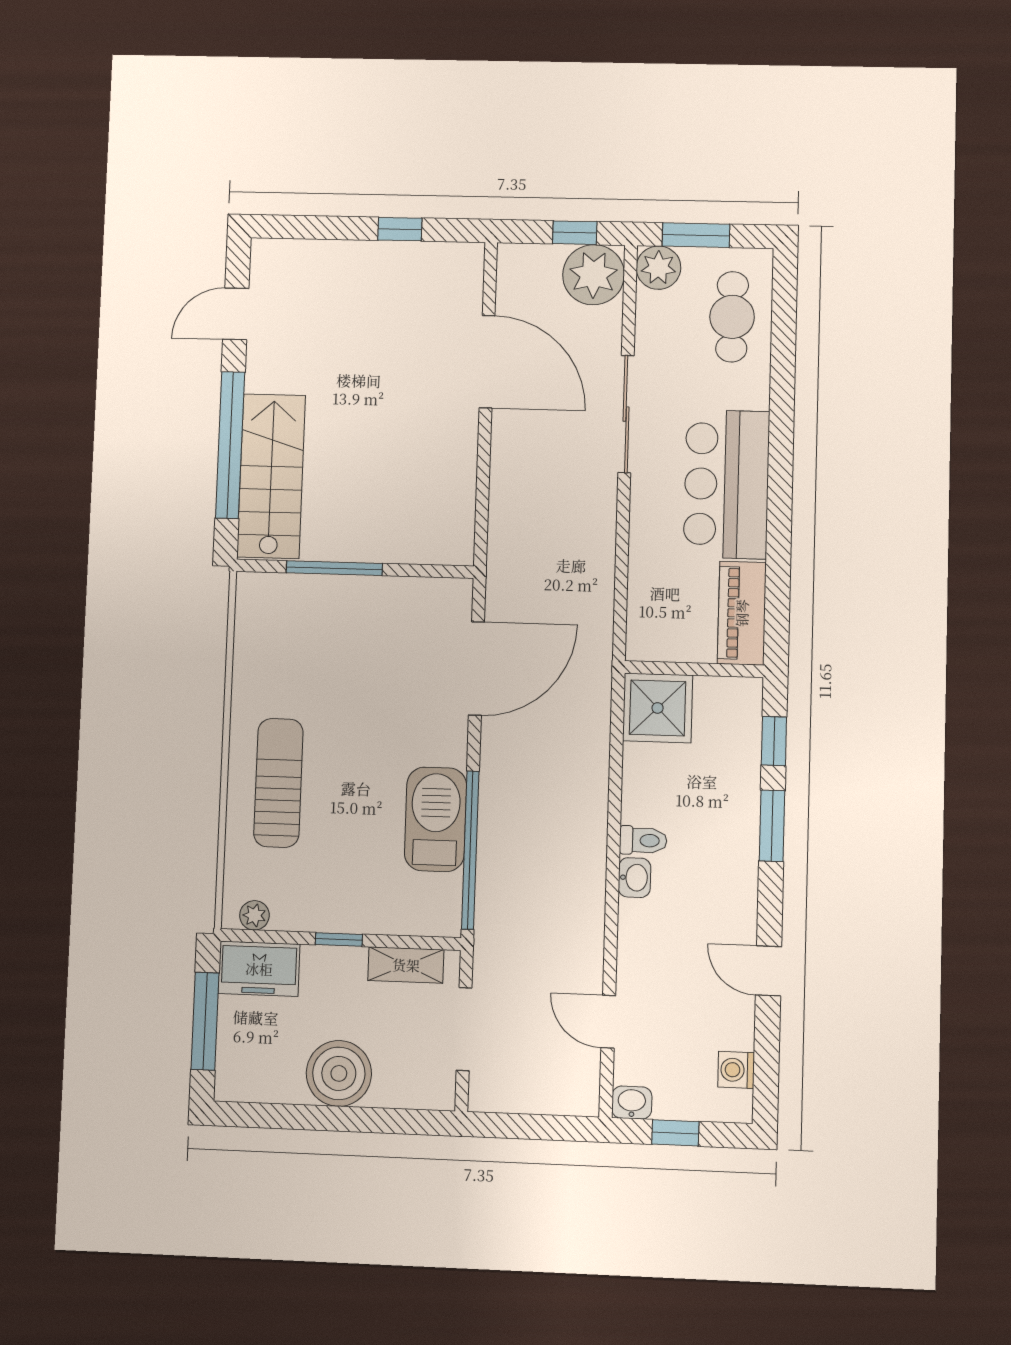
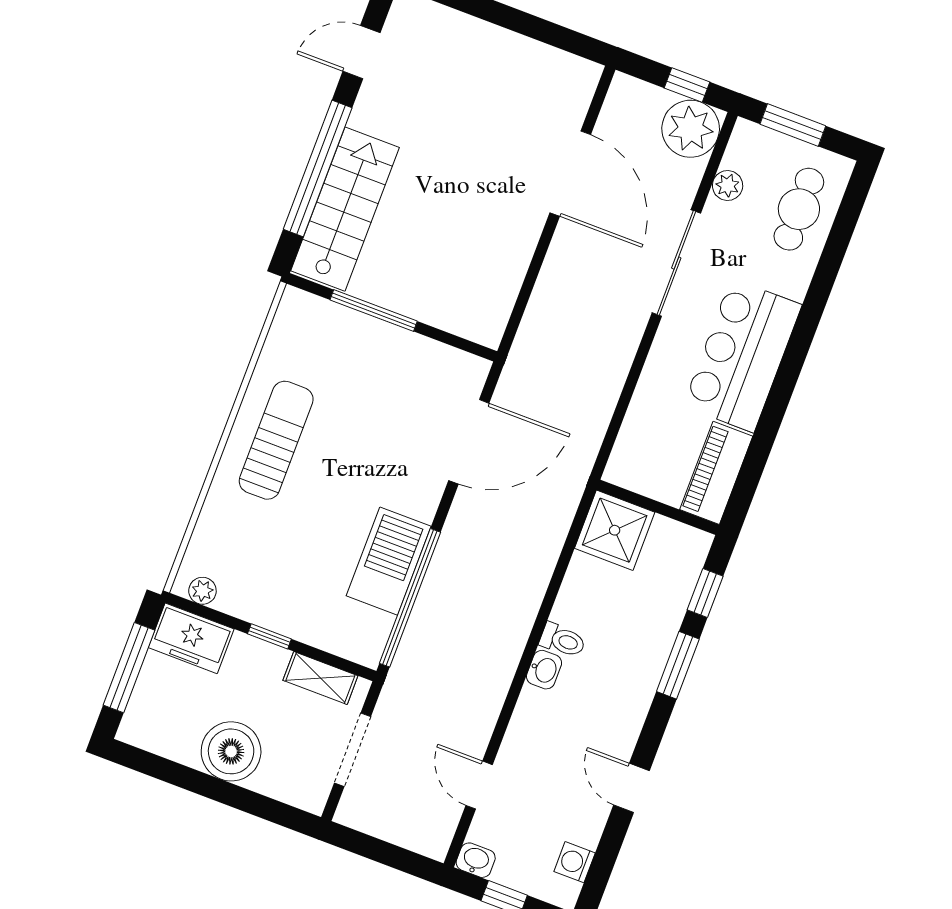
window: (400, 229) -> (533, 27), removed
plant: (658, 268) -> (728, 185), moved, width x0.73, depth x0.73
sun lounger: (278, 783) -> (276, 440), moved

